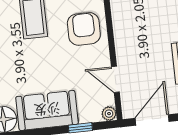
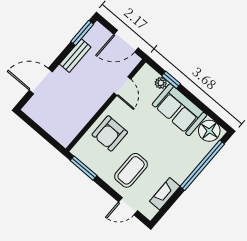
plant: (109, 114) -> (161, 83), moved

